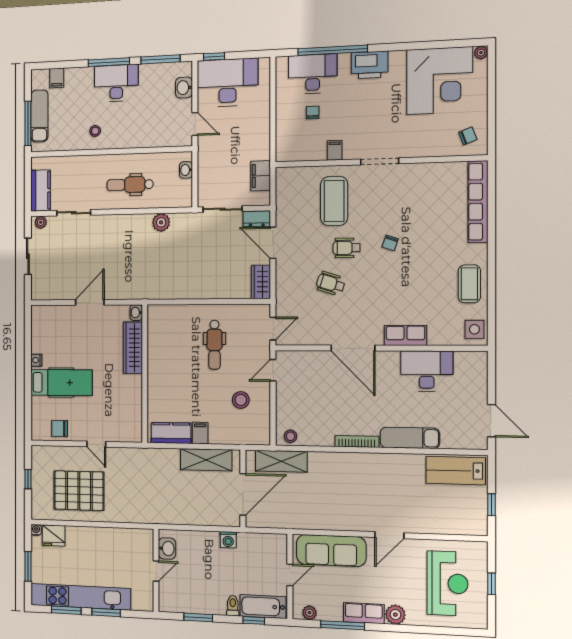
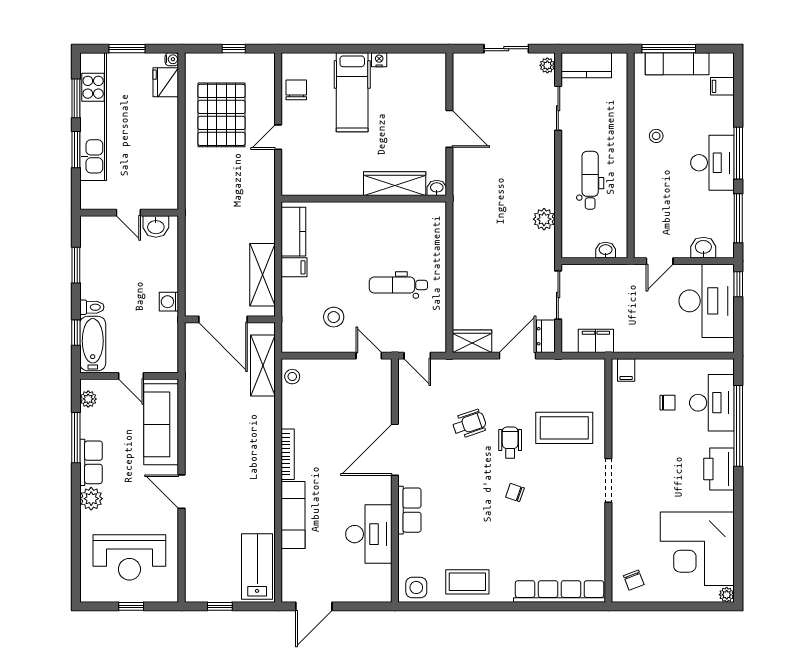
filing cabinet: (335, 150) -> (626, 370), moved, turned 90
wheelchair: (331, 283) -> (469, 424), turned 54

